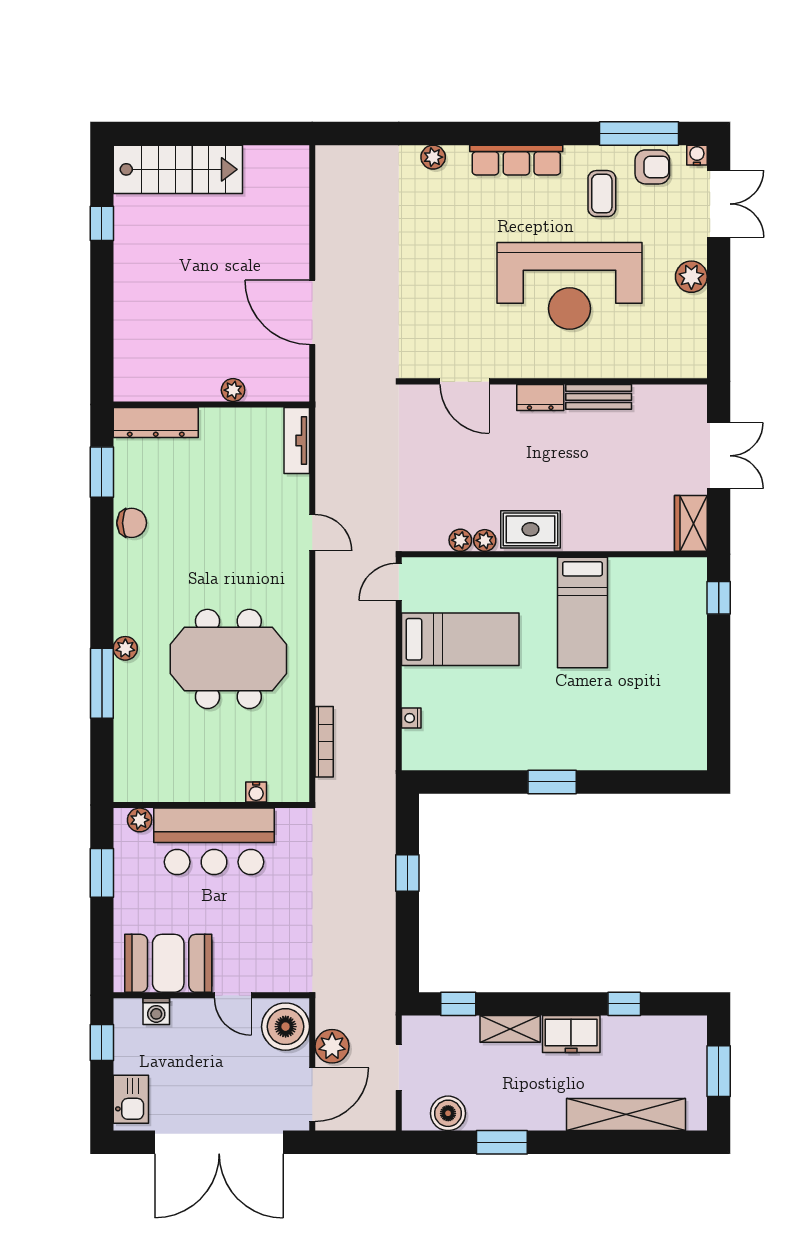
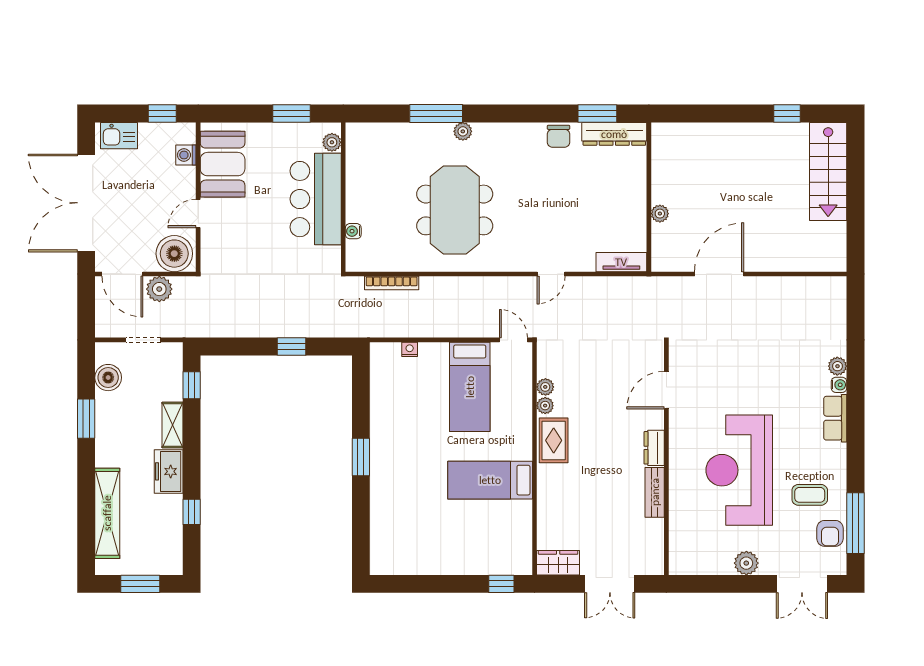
water cooler: (697, 155) -> (839, 385), moved
row of seats: (516, 160) -> (835, 418), width x0.68
dresser: (156, 422) -> (614, 134), moved, turned -90

